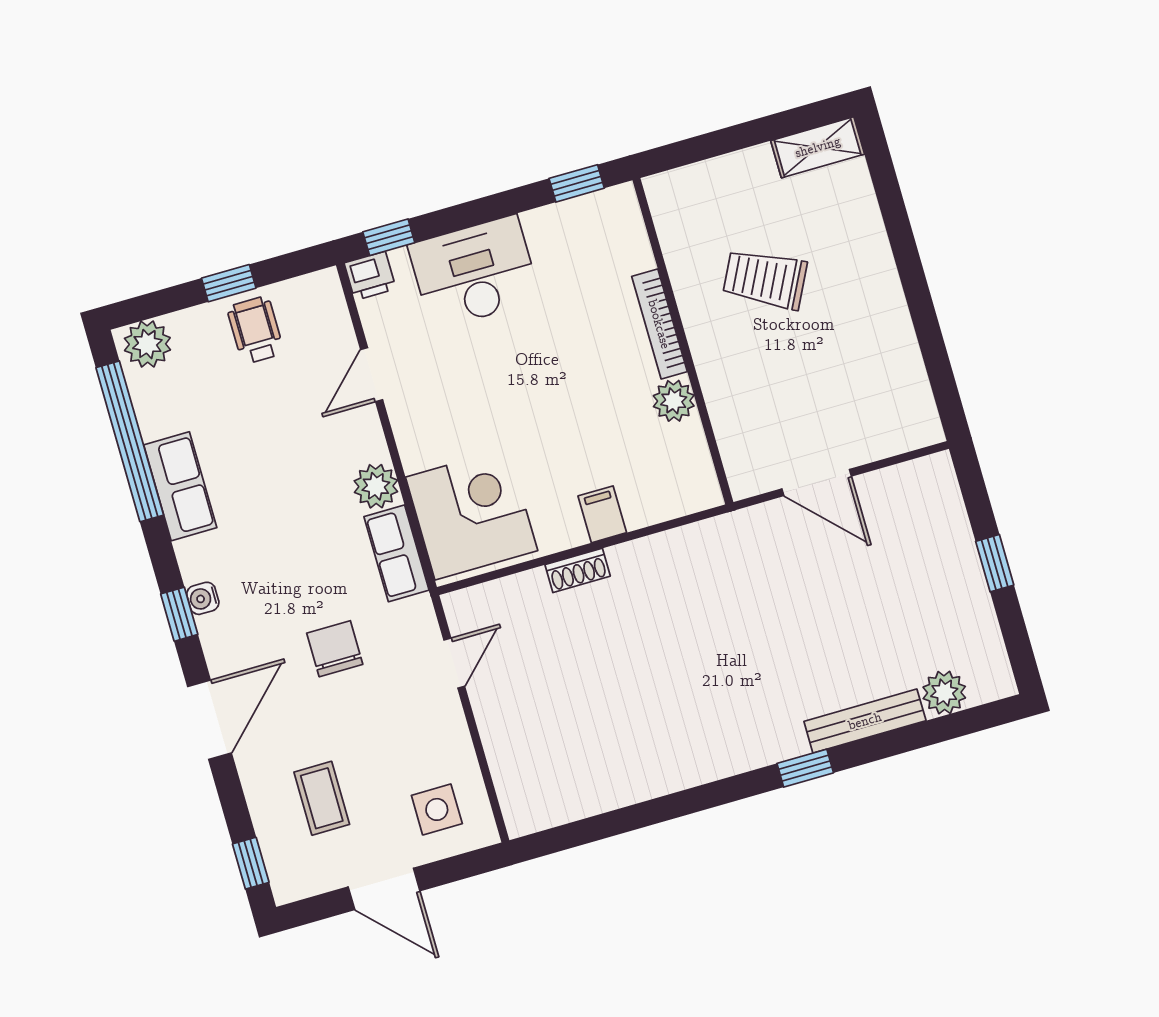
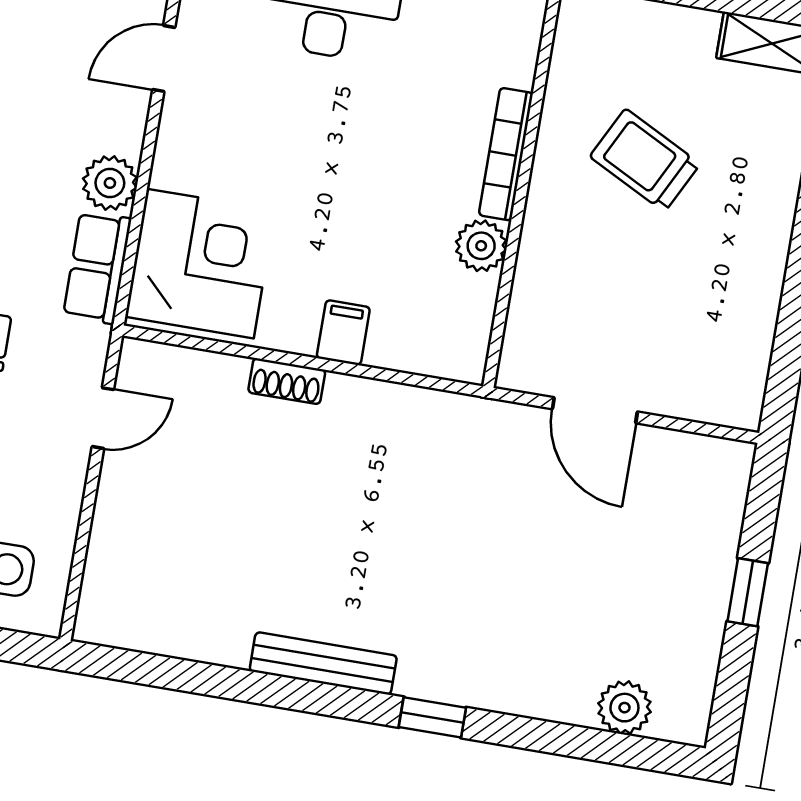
bench: (865, 721) -> (323, 663), moved

